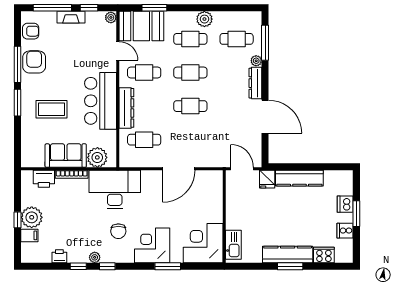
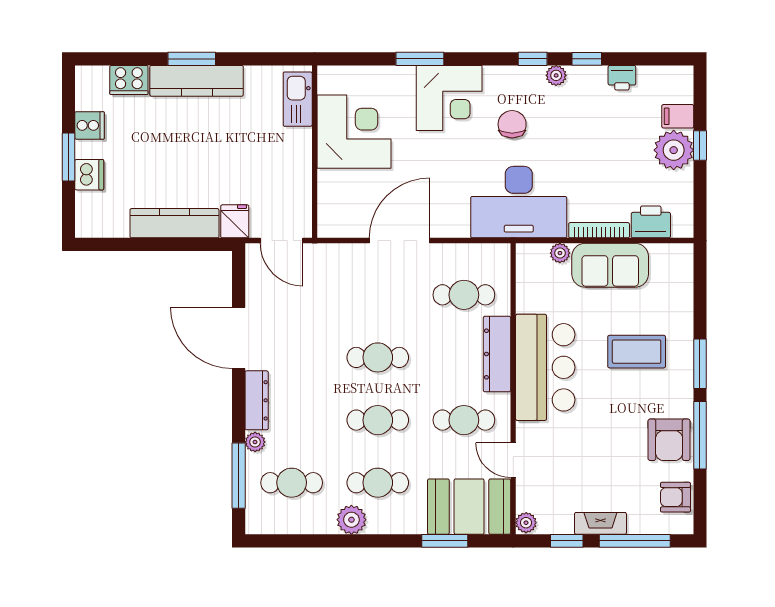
plant: (97, 157) -> (560, 253), width x0.53, depth x0.53
corner desk: (203, 243) -> (354, 132), moved, turned -90

